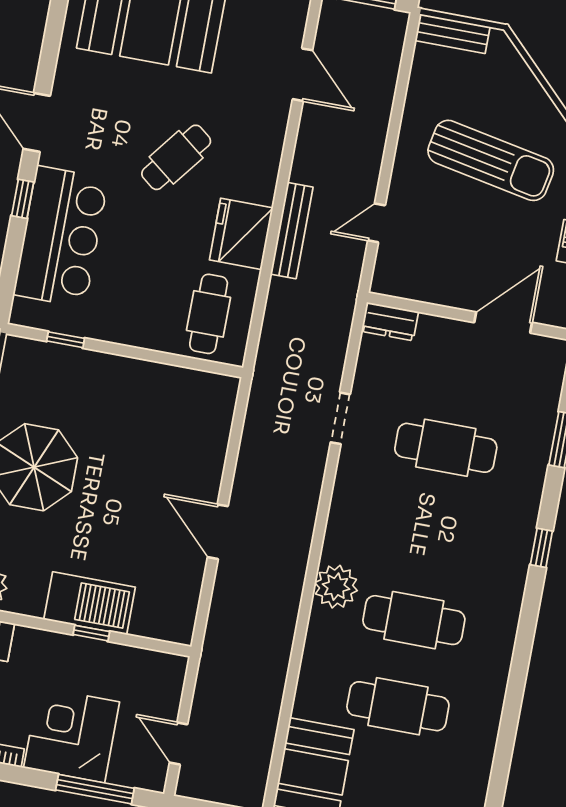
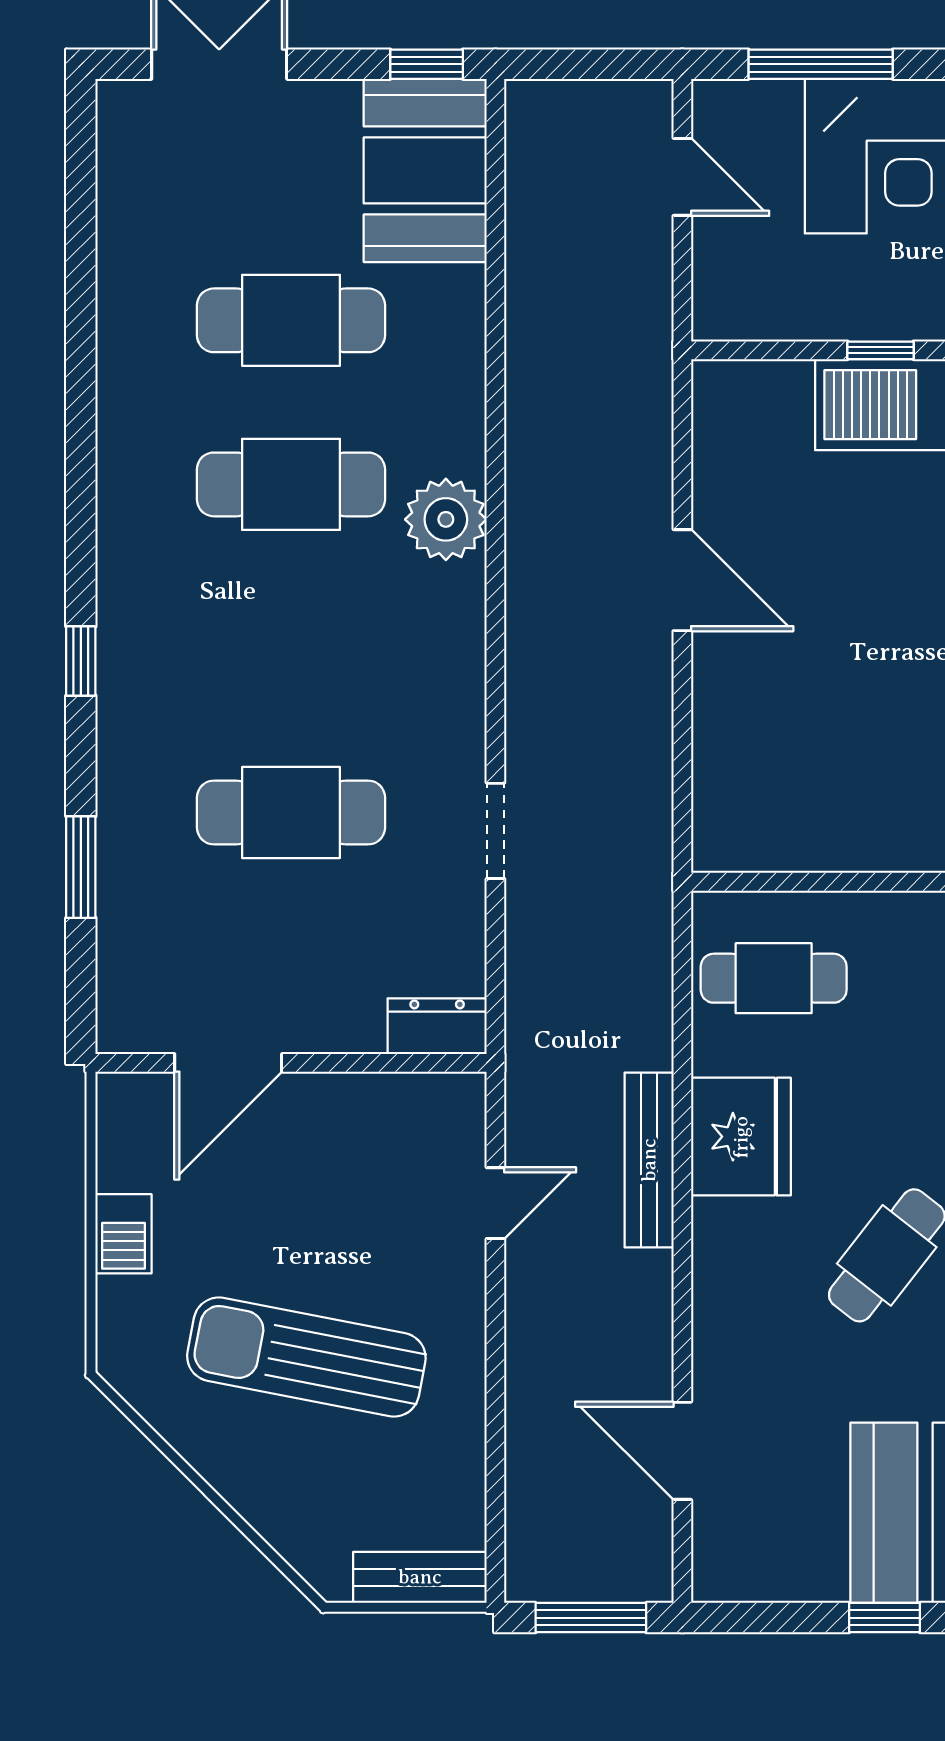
cafe table: (209, 314) -> (774, 978), turned 90

